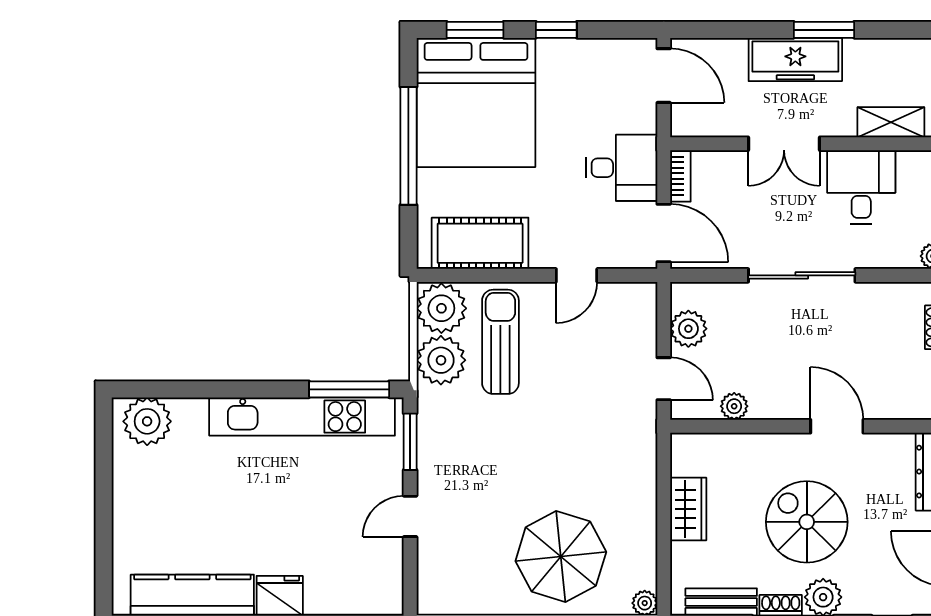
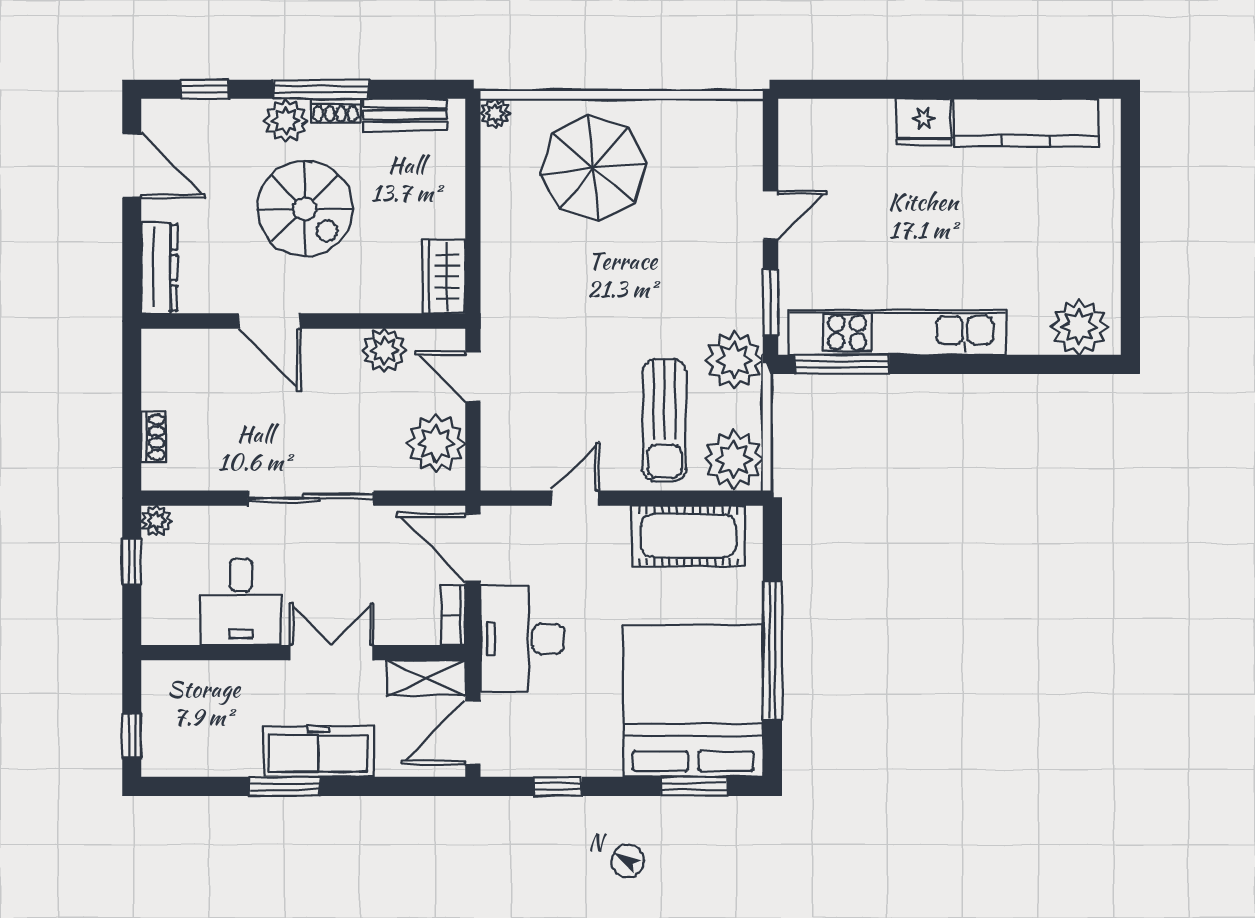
window: (556, 30) -> (558, 786), moved
door: (664, 76) -> (473, 733), hinge flipped
shelving: (891, 122) -> (426, 678), moved
desk: (622, 168) -> (522, 639), width x1.37
plant: (688, 329) -> (436, 443), width x1.36, depth x1.36
plant: (441, 360) -> (734, 360), moved
plant: (734, 406) -> (384, 350), width x1.38, depth x1.38
wardrobe: (688, 509) -> (444, 277), moved

